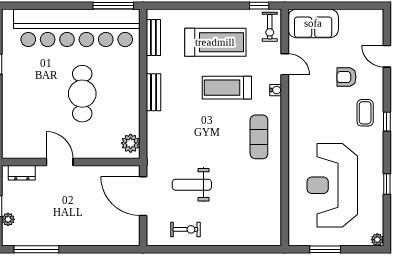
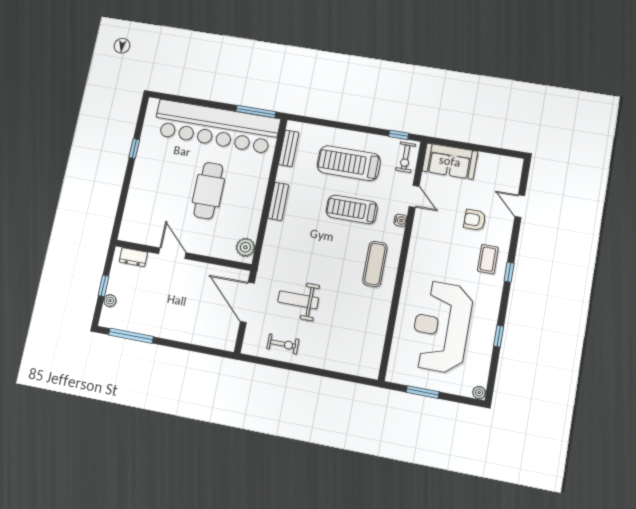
treadmill: (215, 42) -> (349, 163), turned 180

